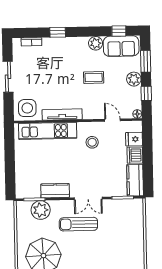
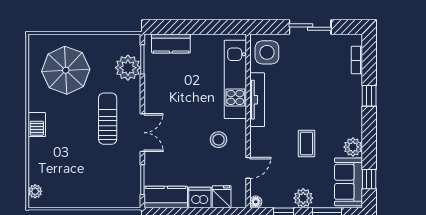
kitchen counter: (55, 191) -> (171, 43), moved, turned 90
double door: (88, 198) -> (142, 133), swing flipped

